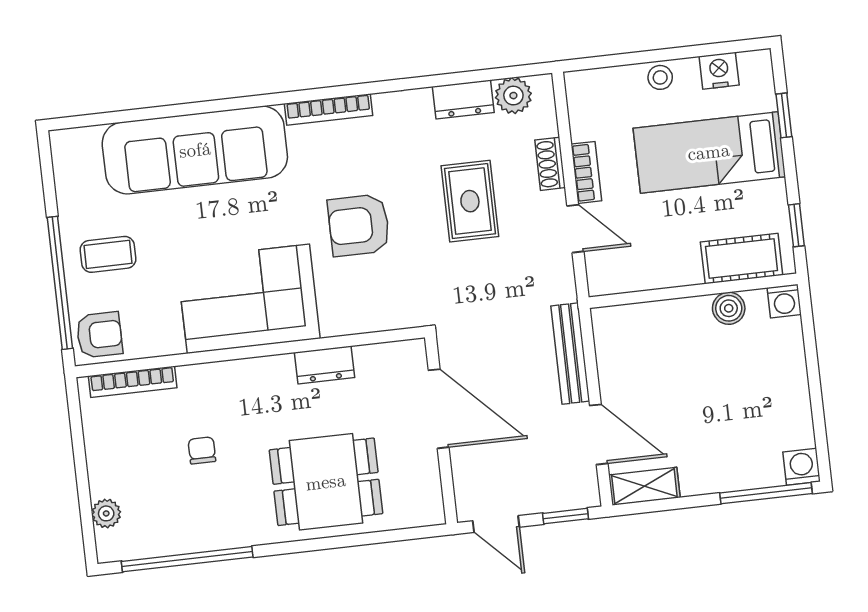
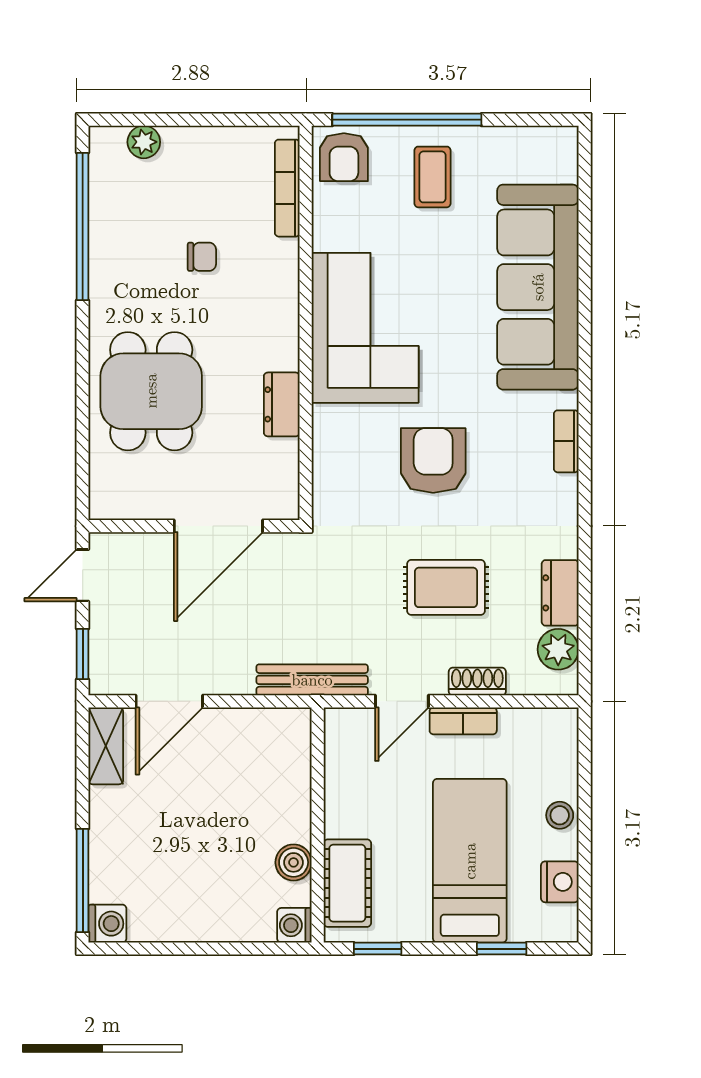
bookcase: (328, 109) -> (566, 441), width x0.64
bench: (570, 354) -> (312, 680), moved

